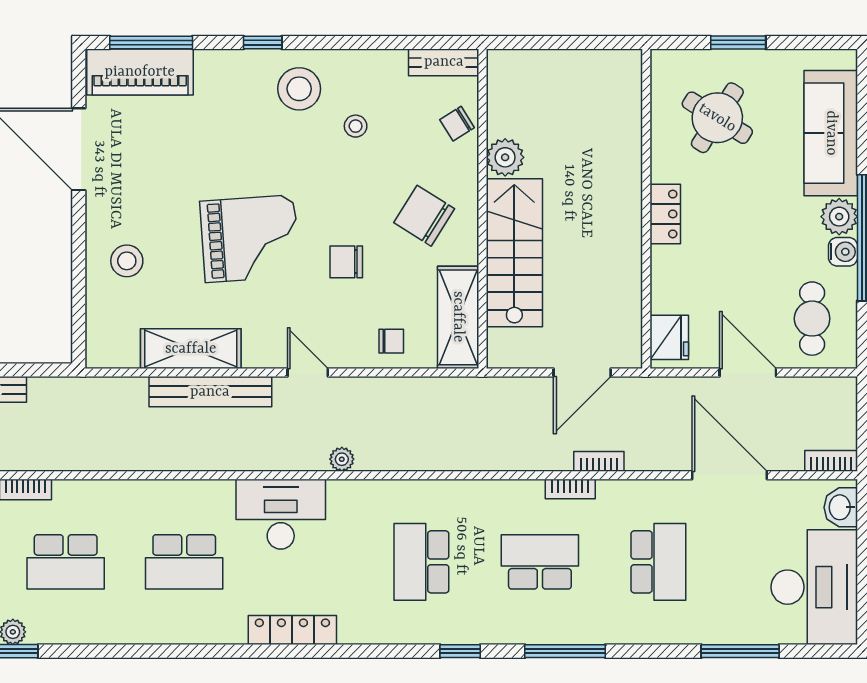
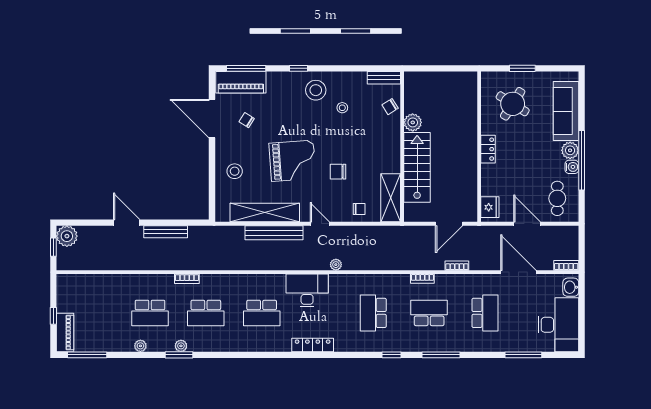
chair: (424, 216) -> (247, 120), moved, width x0.54, depth x0.54
shelving: (191, 349) -> (265, 212), width x1.47
bookcase: (570, 489) -> (422, 279), moved

